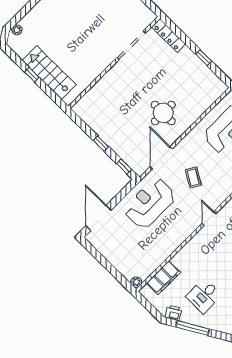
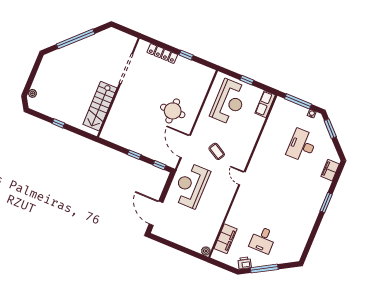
locker: (168, 35) -> (162, 53), moved
stairs: (49, 73) -> (100, 106), moved, turned -90

